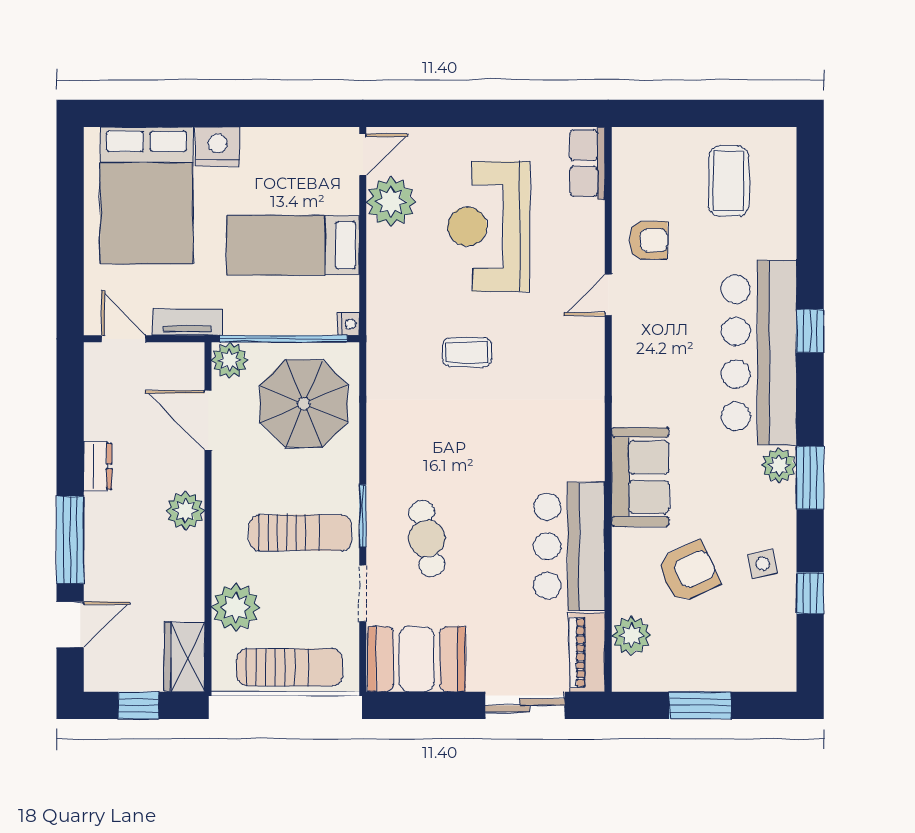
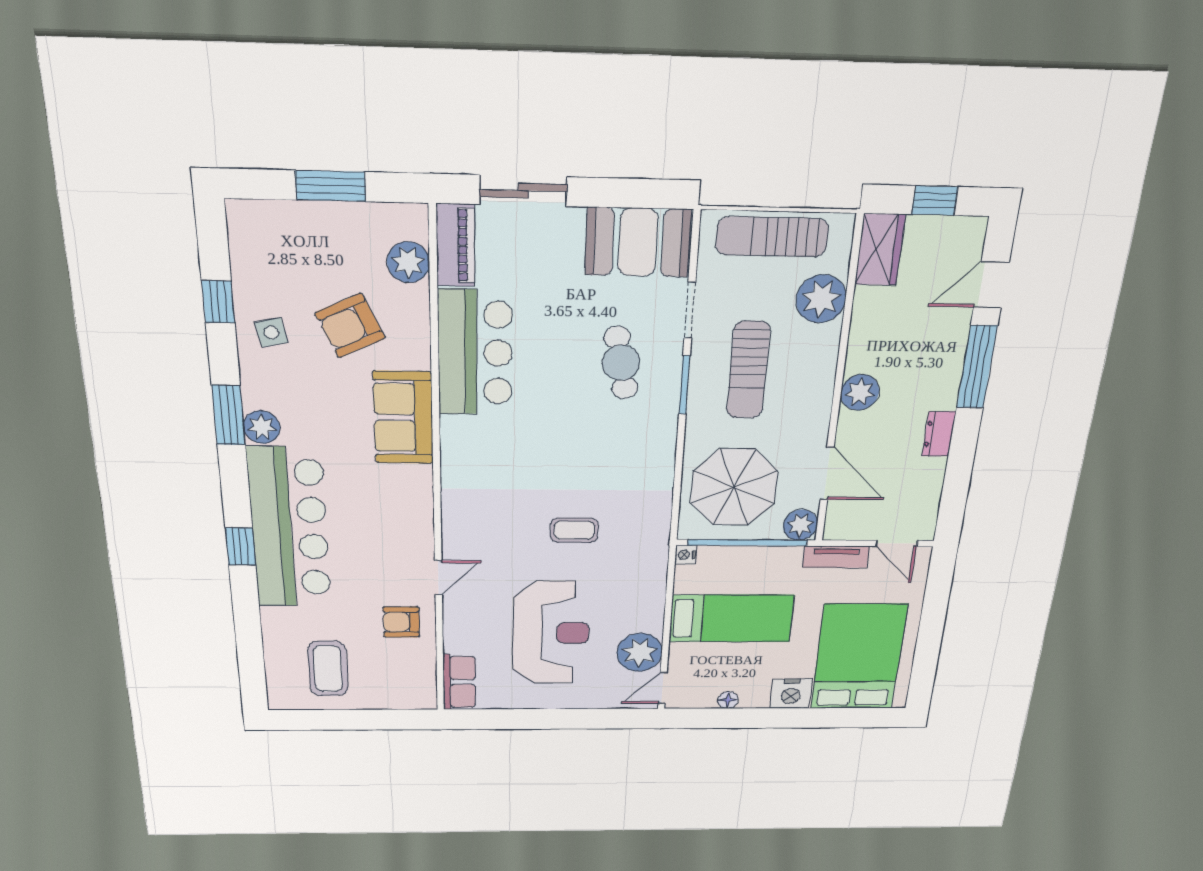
floor lamp: (288, 138) -> (728, 700), added
sun lounger: (300, 533) -> (748, 370), turned -90

